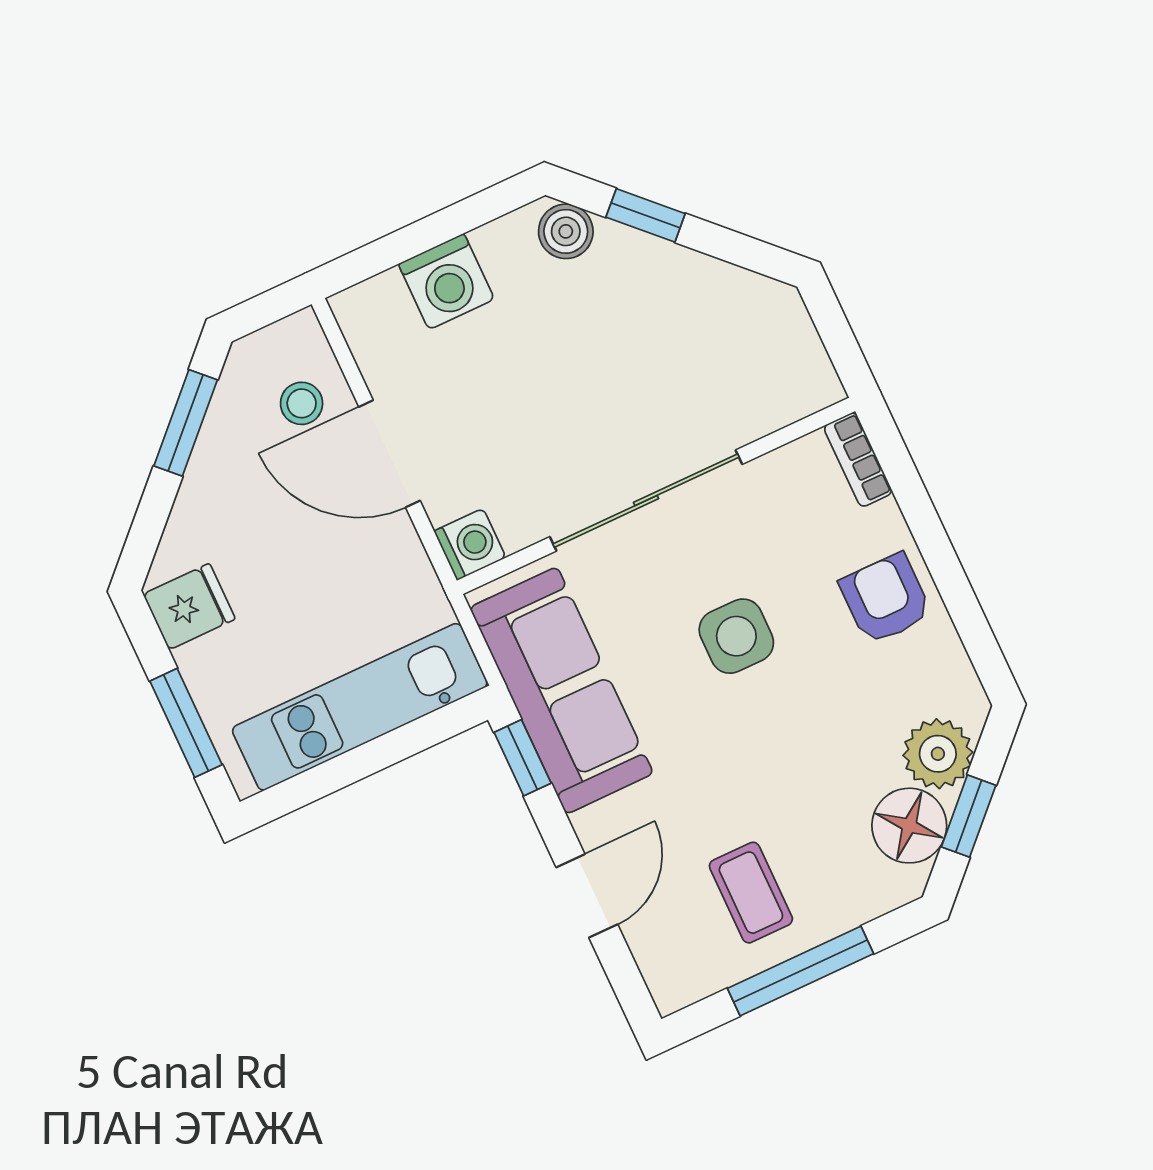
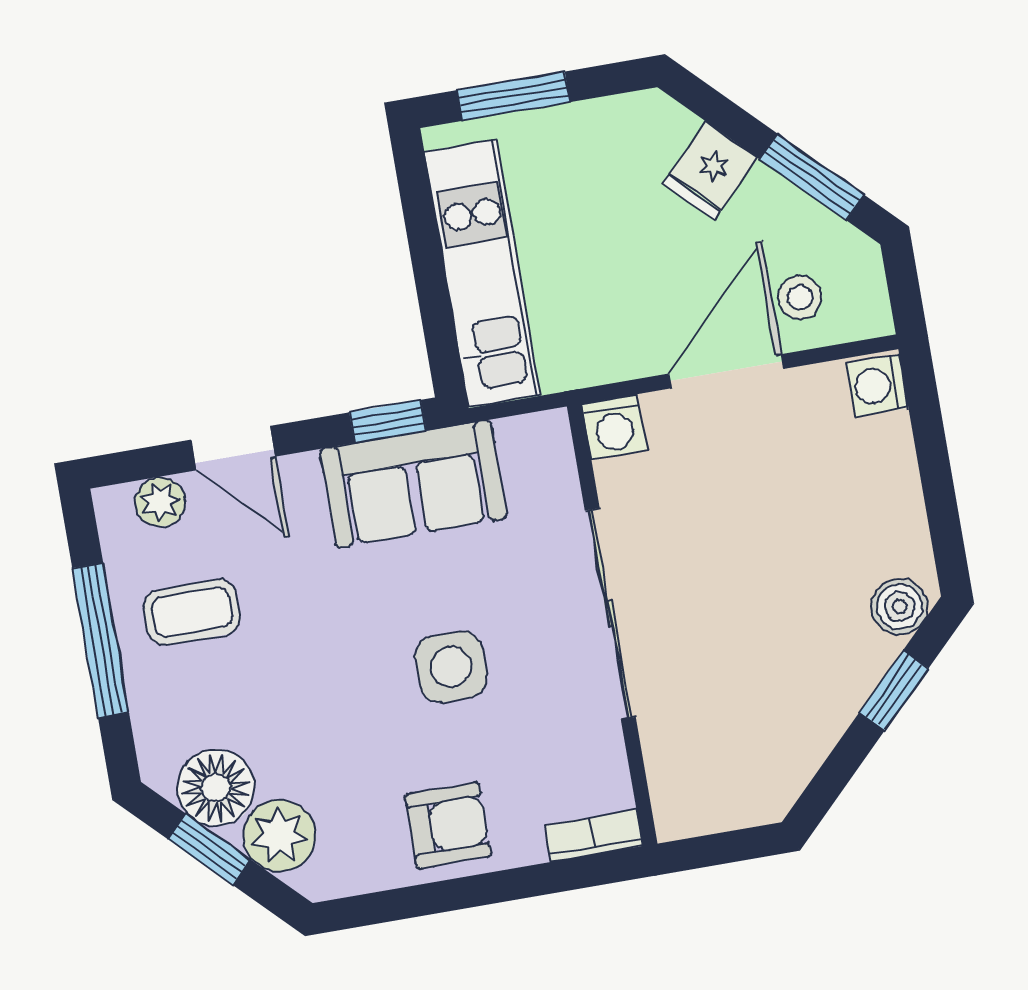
washing machine: (446, 282) -> (877, 386), moved, width x0.73, depth x0.73
fridge: (189, 607) -> (710, 171), moved, turned 45
sofa: (561, 690) -> (413, 484), width x0.73
plant: (656, 950) -> (160, 502), added

